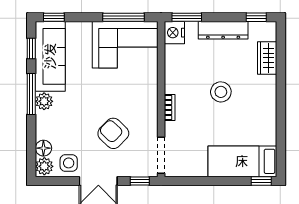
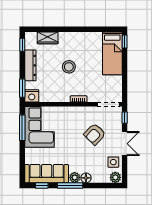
window: (54, 17) -> (22, 171), removed
floor lamp: (43, 148) -> (86, 178), moved

